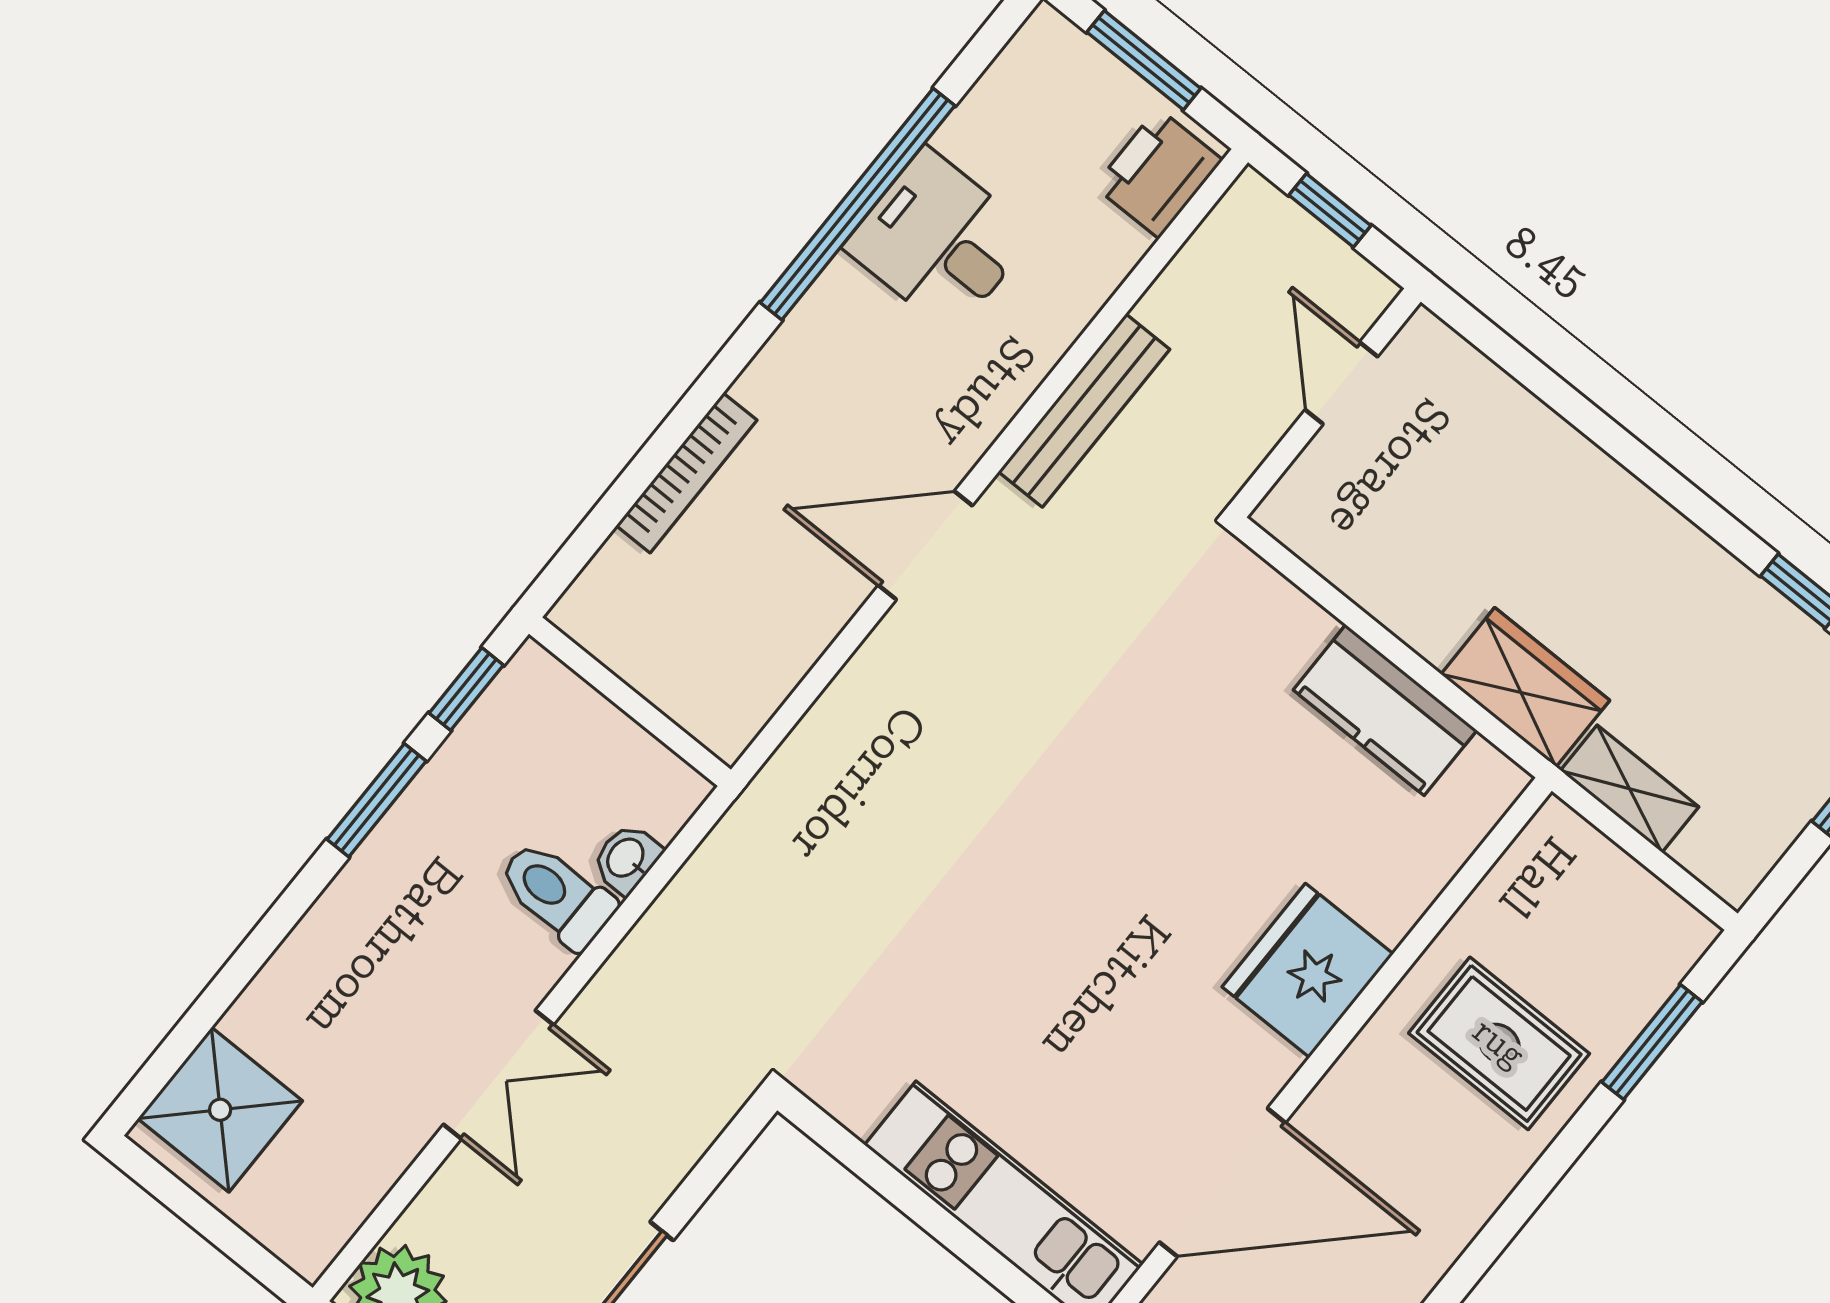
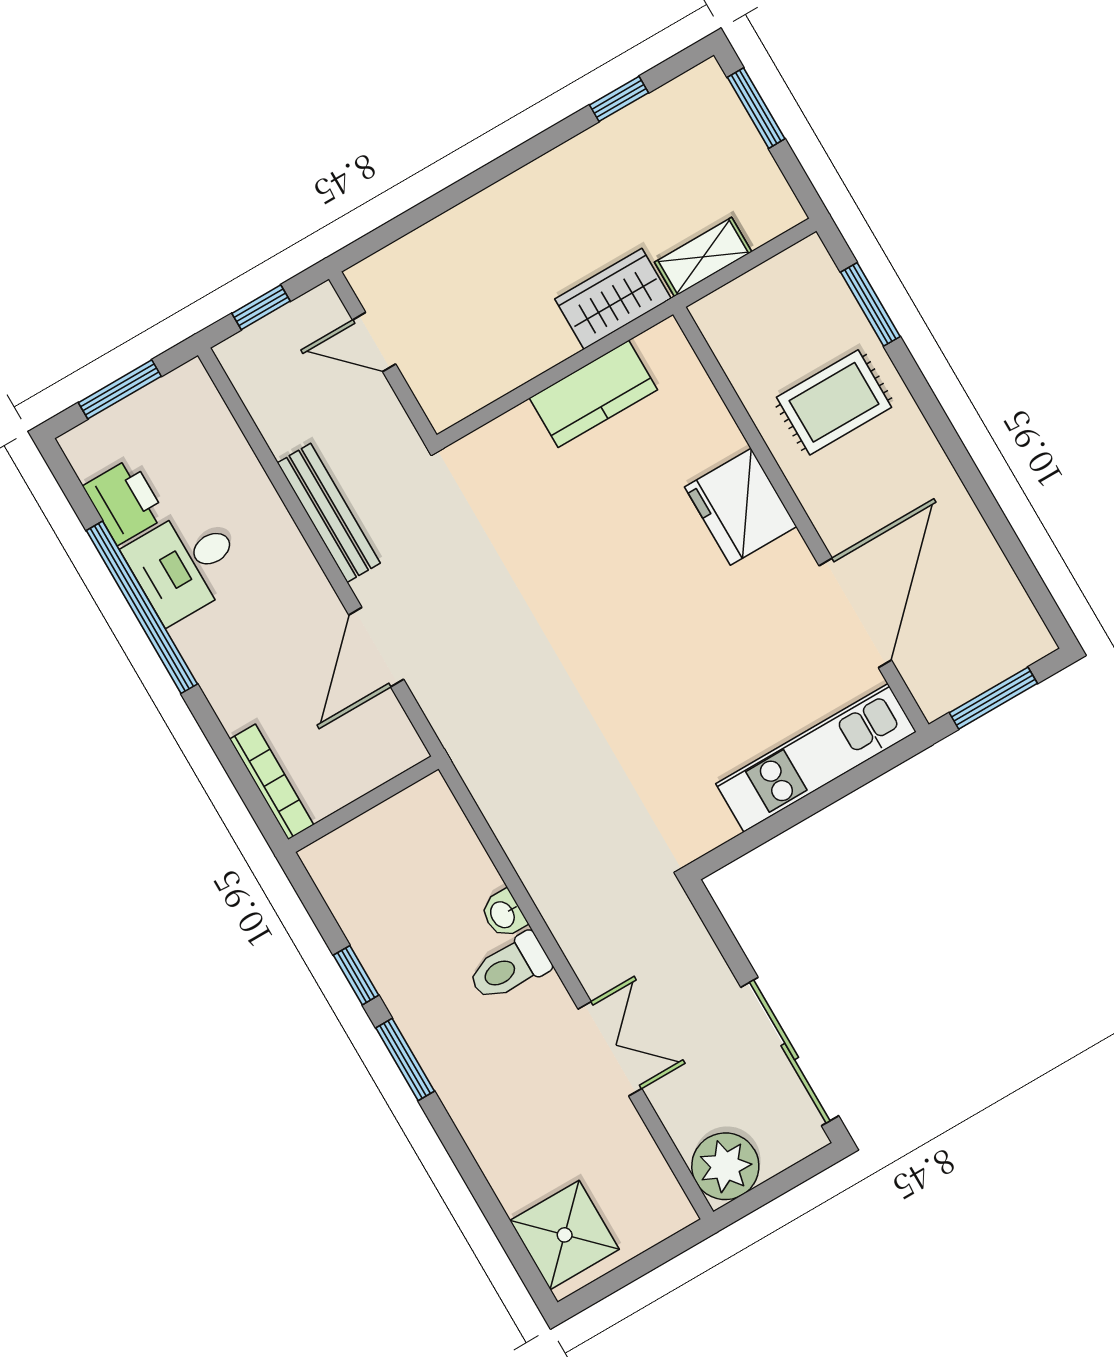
printer: (1158, 173) -> (125, 501), moved, turned 180
wall: (630, 702) -> (363, 804), moved

